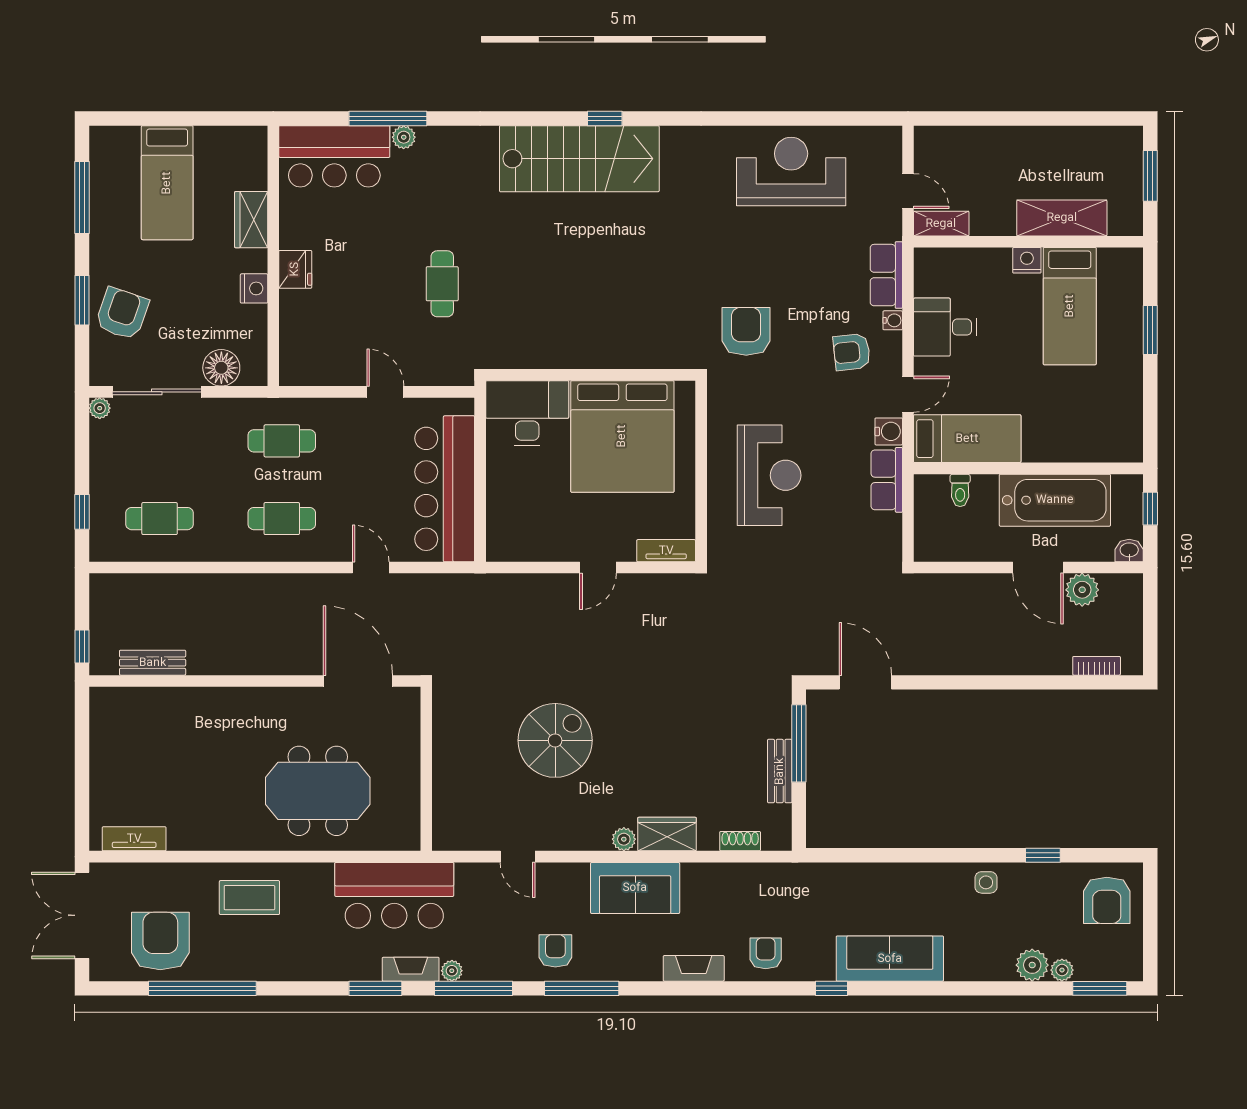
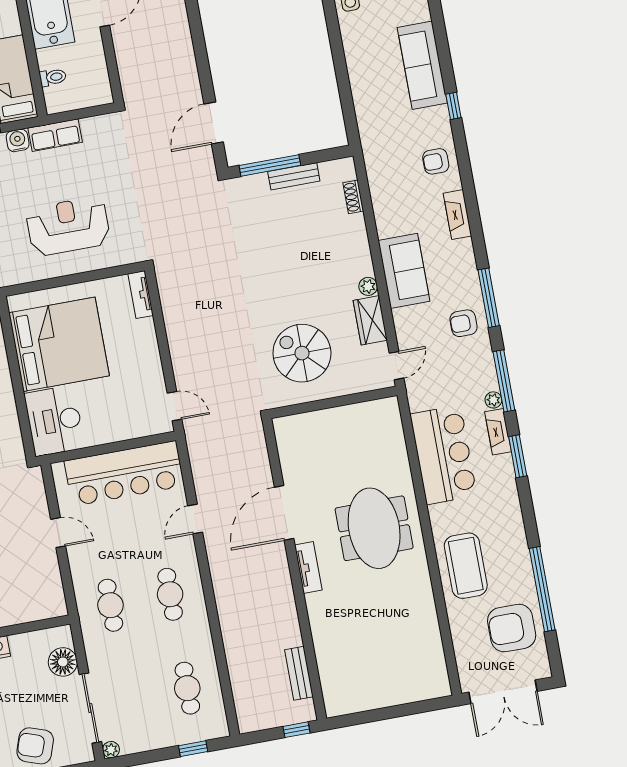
door: (385, 392) -> (58, 533), swing flipped
door: (598, 568) -> (174, 406), moved
wall: (426, 769) -> (333, 402), moved
wardrobe: (667, 834) -> (370, 320), moved
tv unit: (134, 839) -> (308, 568), moved, turned 180
coffee table: (249, 898) -> (466, 566), width x1.36, depth x1.32

